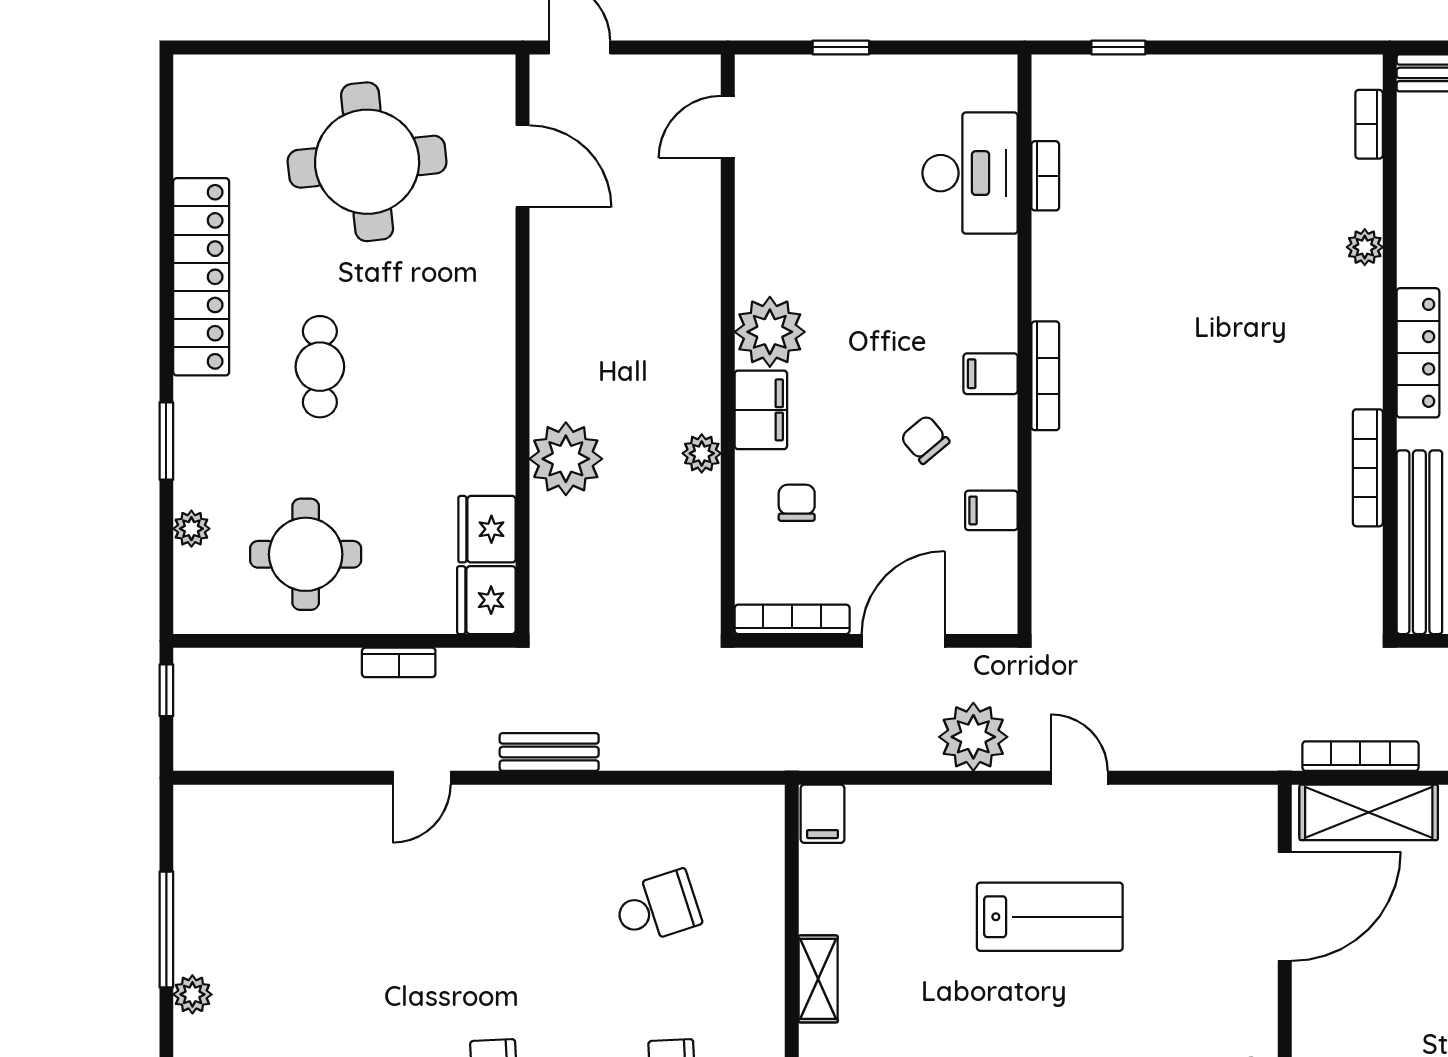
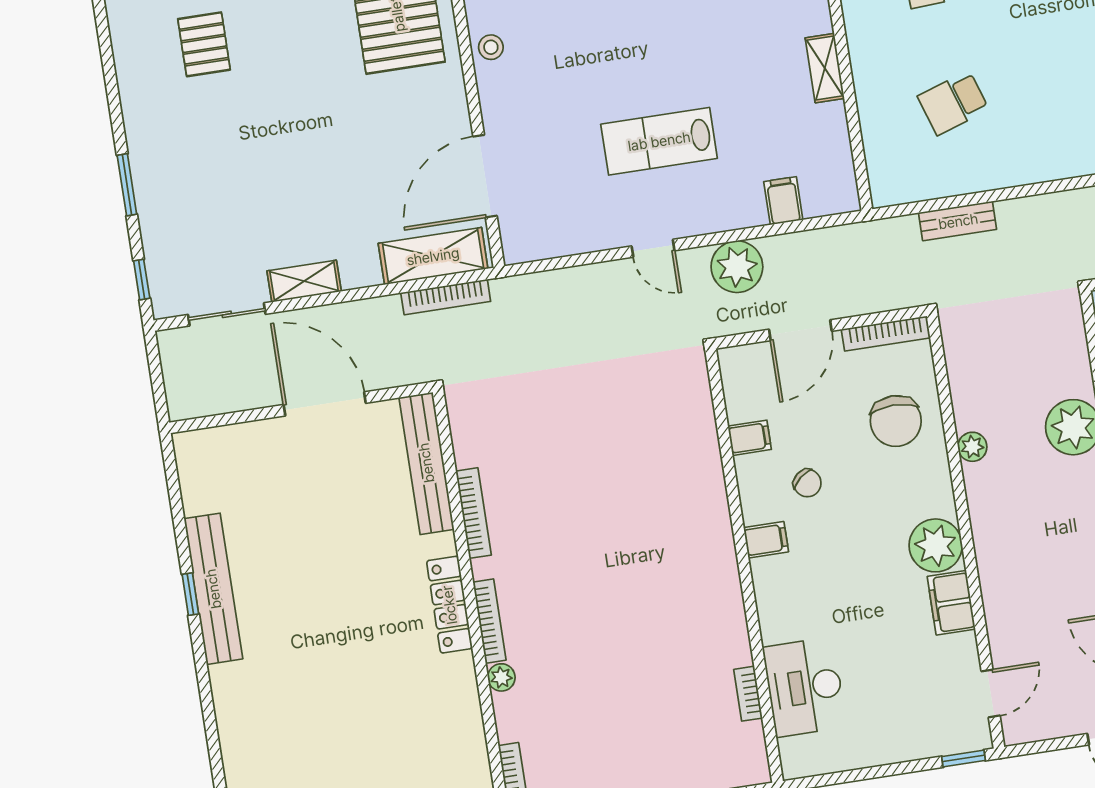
window: (841, 47) -> (963, 758), moved
bookcase: (1045, 376) -> (489, 621), moved, turned 180
filing cabinet: (761, 410) -> (951, 603), moved
chair: (797, 503) -> (896, 421), width x1.87, depth x1.87
bench: (549, 752) -> (958, 221), moved
filing cabinet: (823, 814) -> (783, 201), moved

